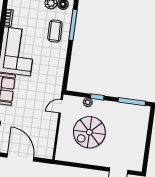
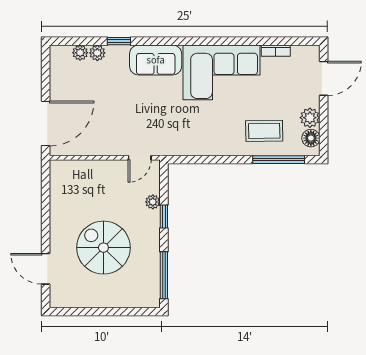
door: (61, 106) -> (140, 158), swing flipped
spiral stairs: (89, 132) -> (103, 248), moved
door: (20, 157) -> (46, 124), moved

